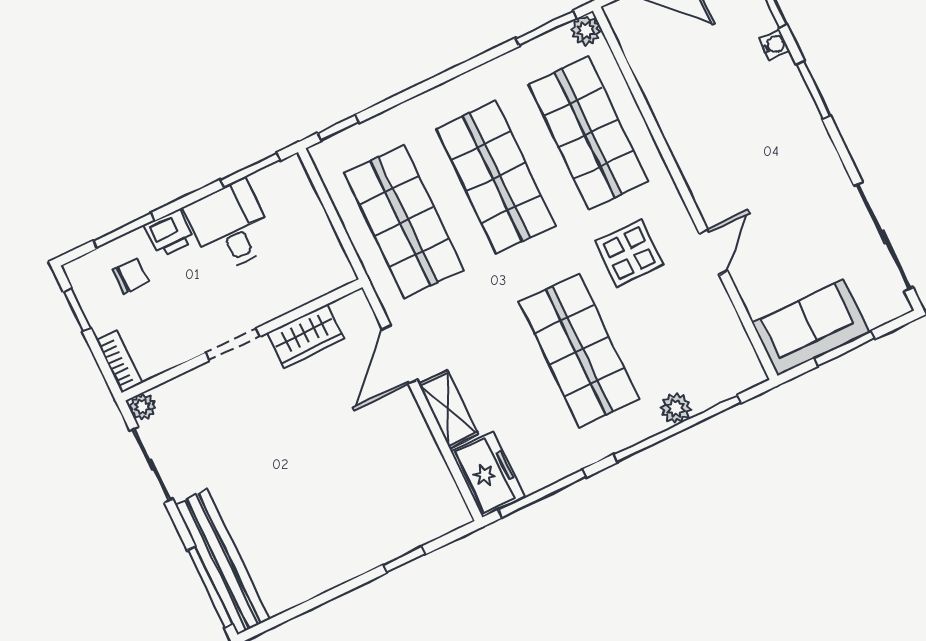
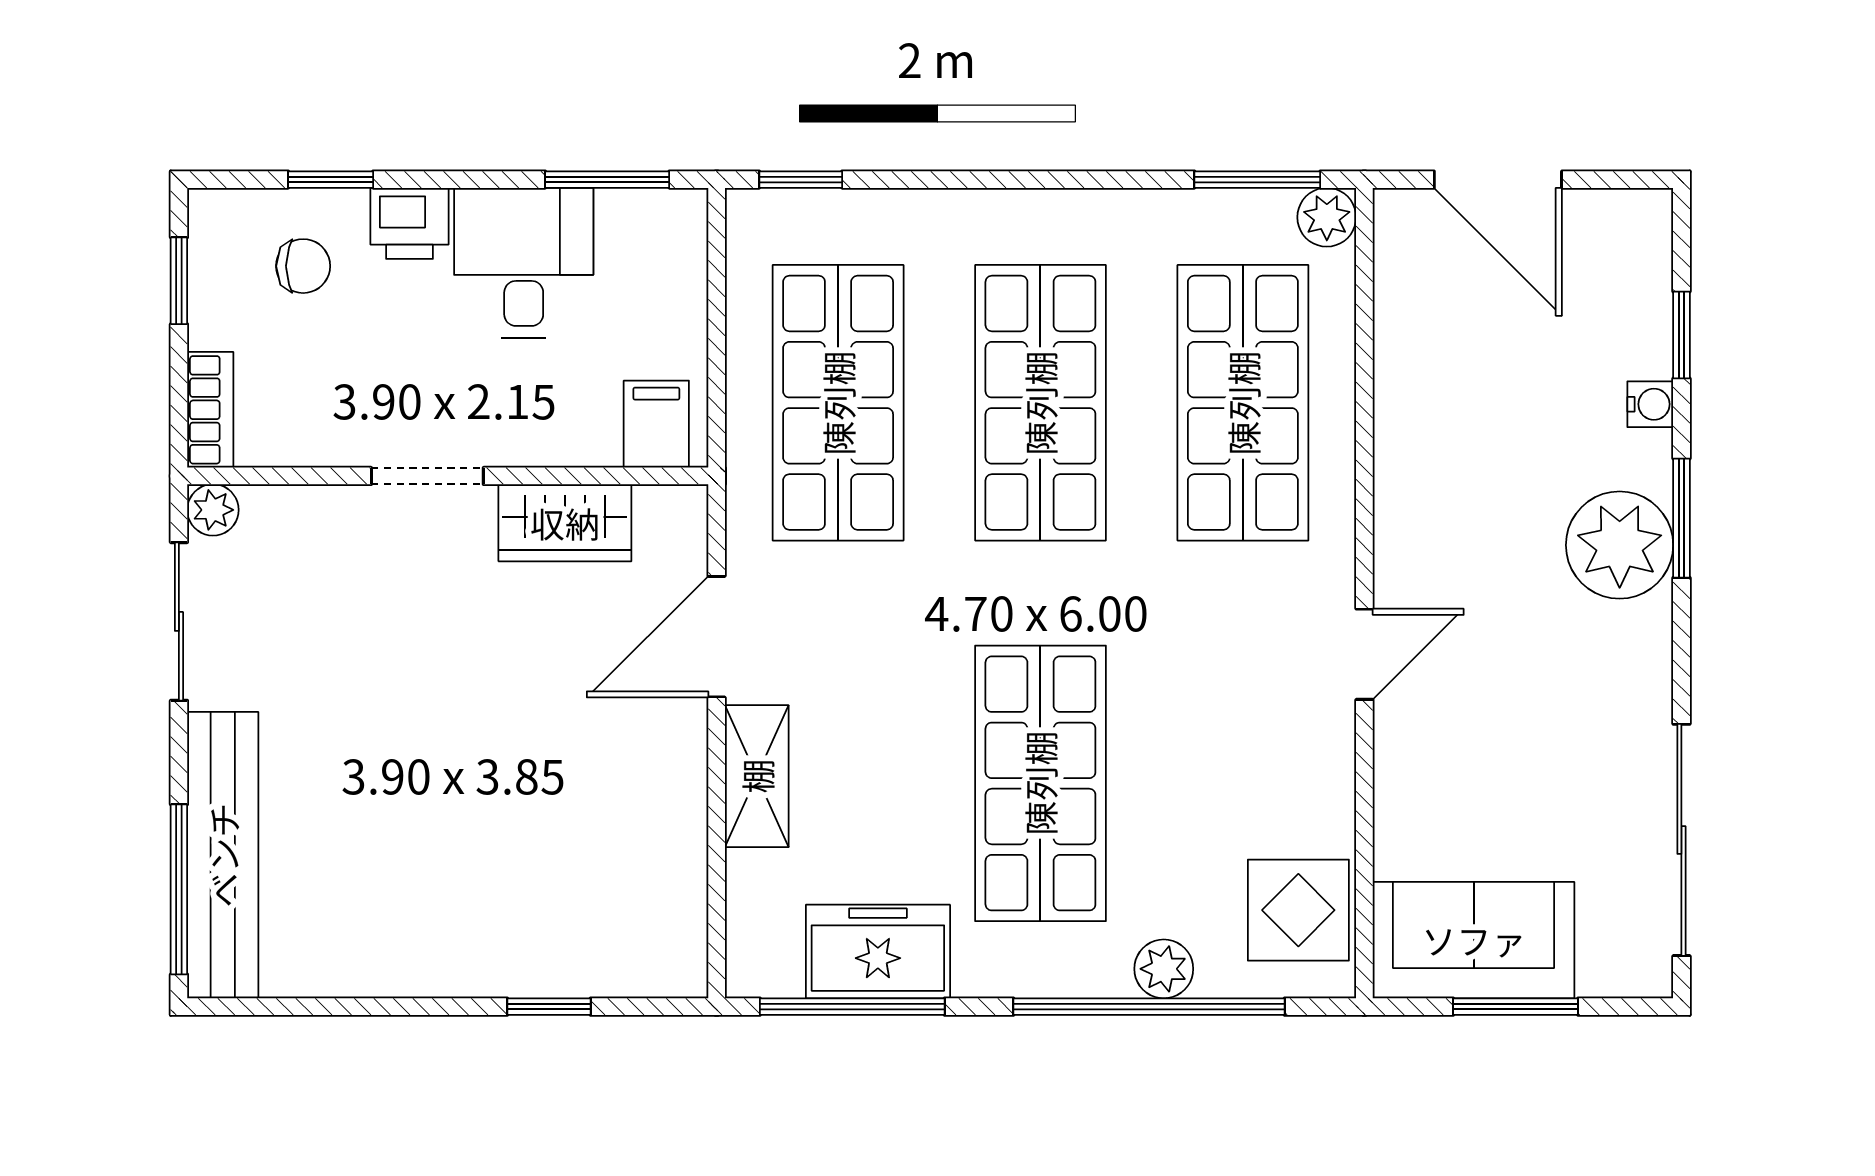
plant: (791, 116) -> (1620, 545), added
window: (124, 231) -> (331, 180), width x0.67
door: (713, 252) -> (1364, 654), moved
display table: (629, 253) -> (1298, 910), moved
filing cabinet: (326, 271) -> (656, 424), added
freezer: (488, 474) -> (878, 952), moved, turned -90

